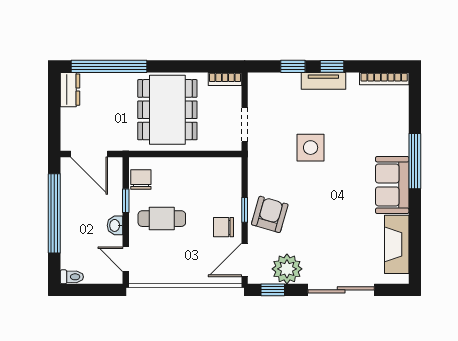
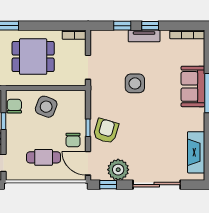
dining table: (167, 110) -> (33, 57), width x0.73
side table: (186, 180) -> (46, 107), added
sofa: (392, 185) -> (193, 86), moved
cafe table: (162, 219) -> (44, 157), moved
chair: (224, 227) -> (73, 140), turned -90
door: (245, 260) -> (88, 163), hinge flipped

